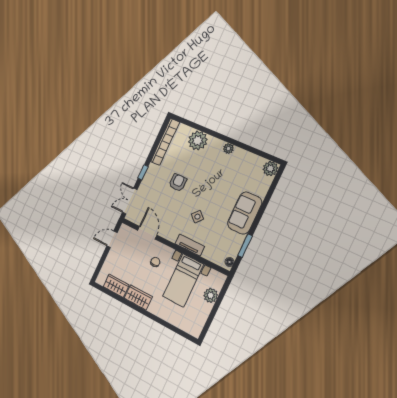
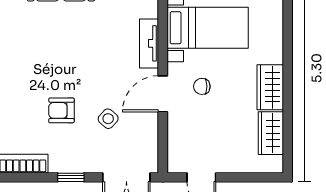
side table: (197, 217) -> (108, 119), moved
door: (147, 233) -> (163, 94), moved

